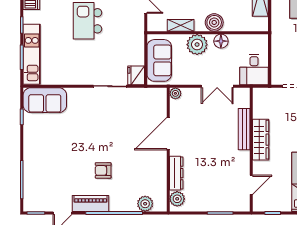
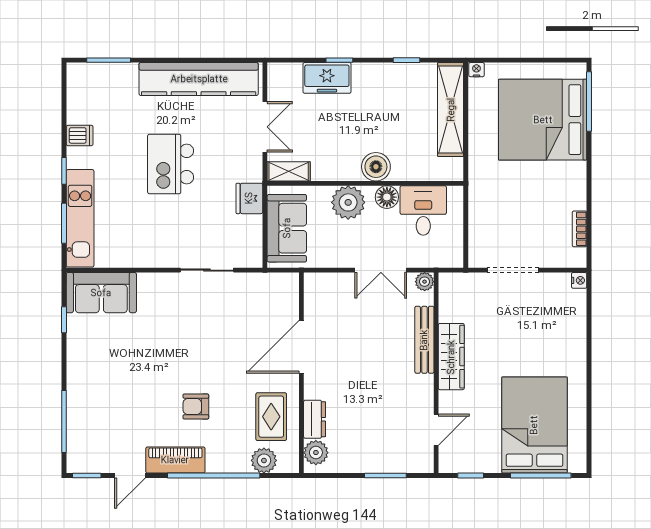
shelving: (181, 25) -> (289, 171), moved
desk: (254, 69) -> (423, 210), moved, turned 180
fridge: (136, 75) -> (249, 198), moved
plant: (175, 93) -> (425, 282), moved
dresser: (176, 173) -> (314, 419), width x0.70
rug: (150, 177) -> (271, 417), added

